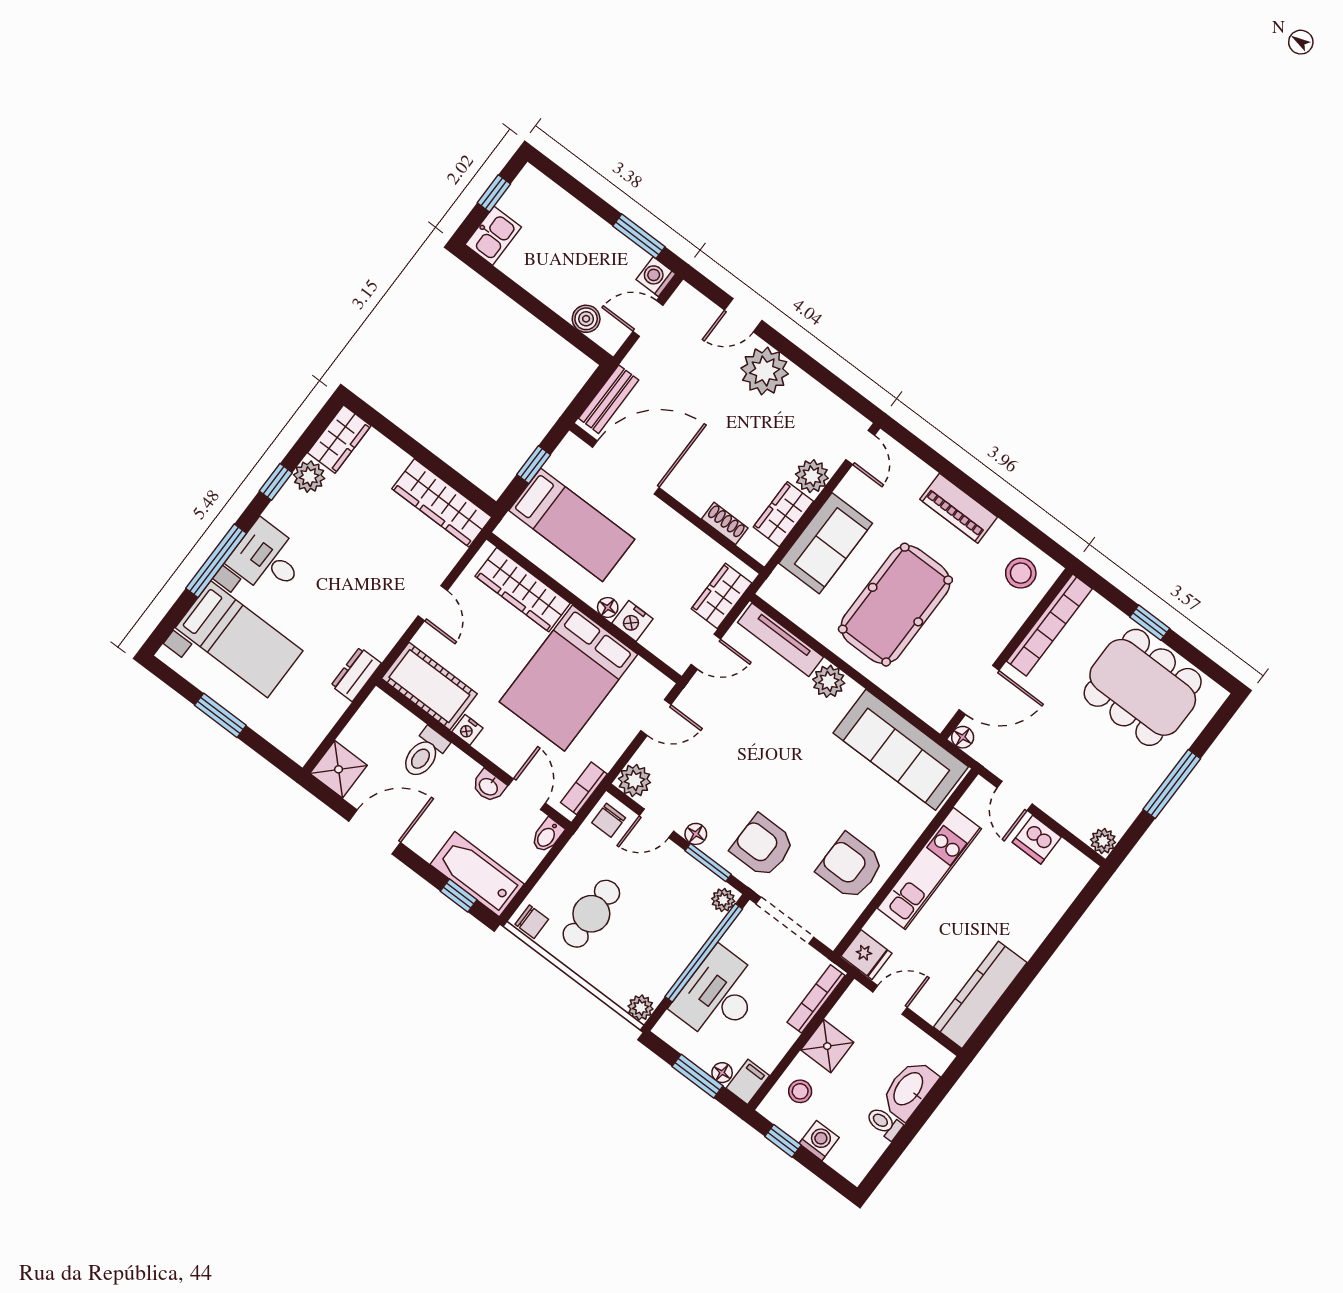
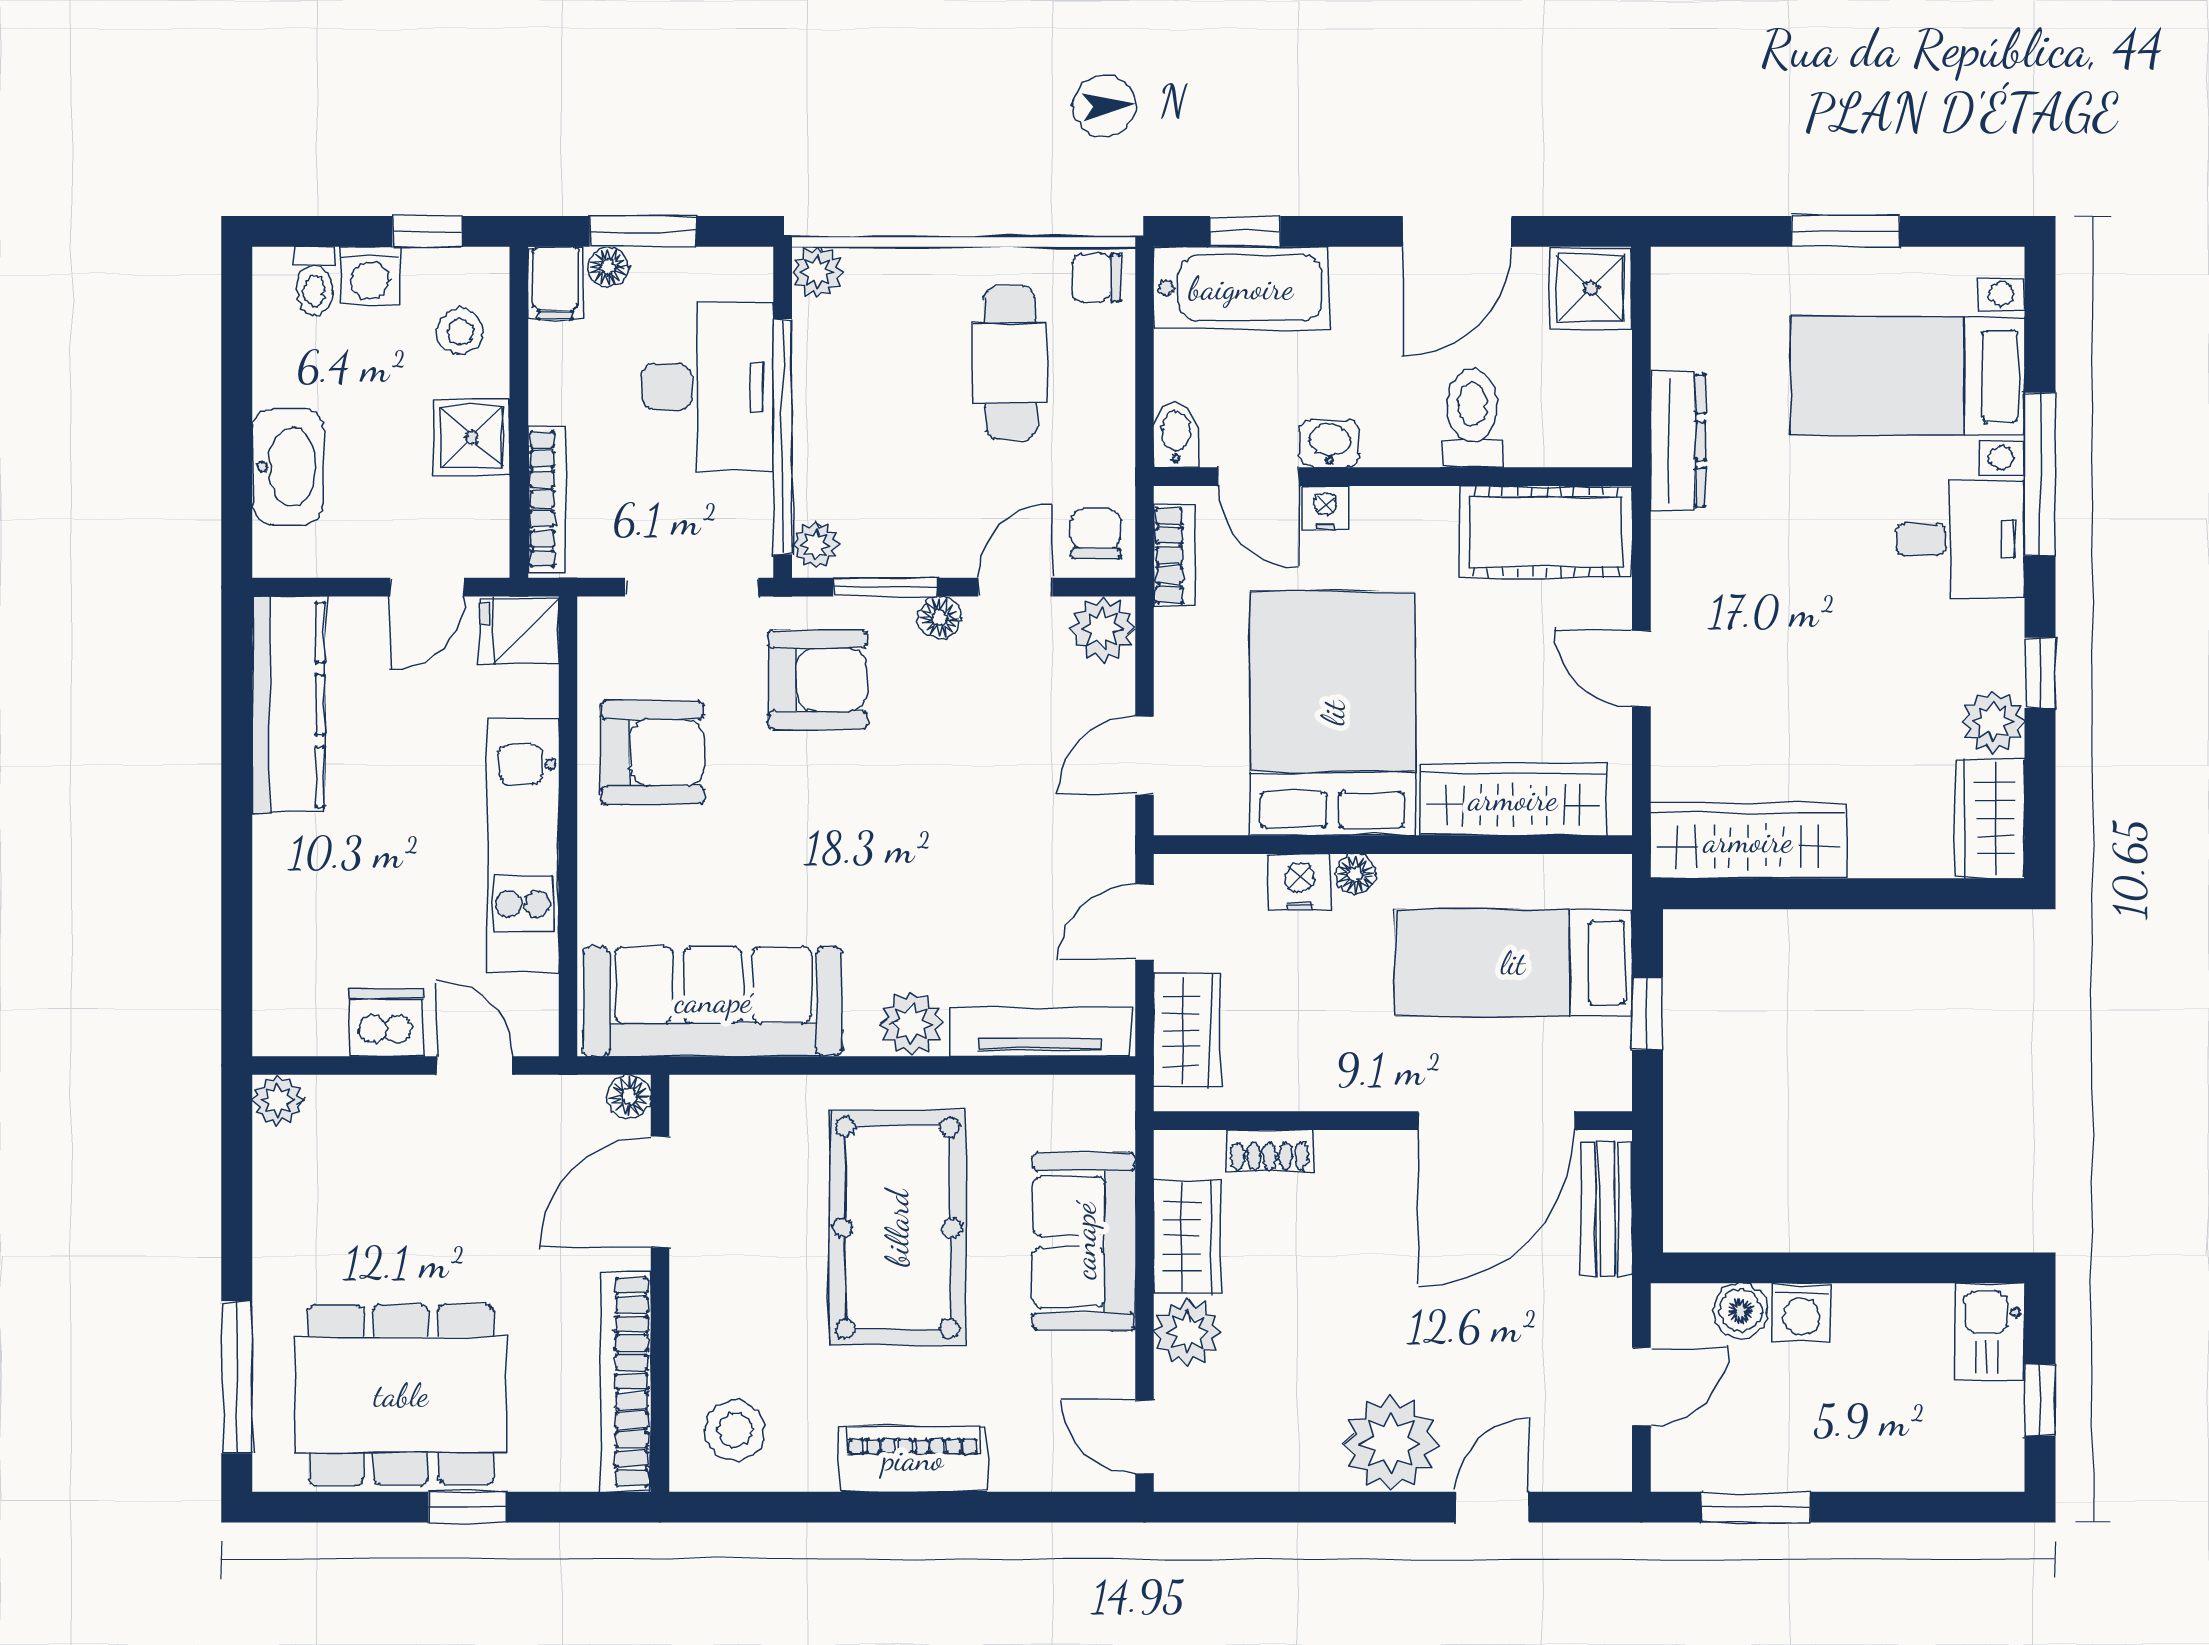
washing machine: (656, 277) -> (1801, 1312), moved, turned 90
dresser: (356, 674) -> (1678, 440), width x1.44
nightstand: (467, 730) -> (1325, 508), moved
window: (1172, 784) -> (237, 1377), moved
toilet: (884, 1123) -> (315, 281), moved, turned 90

